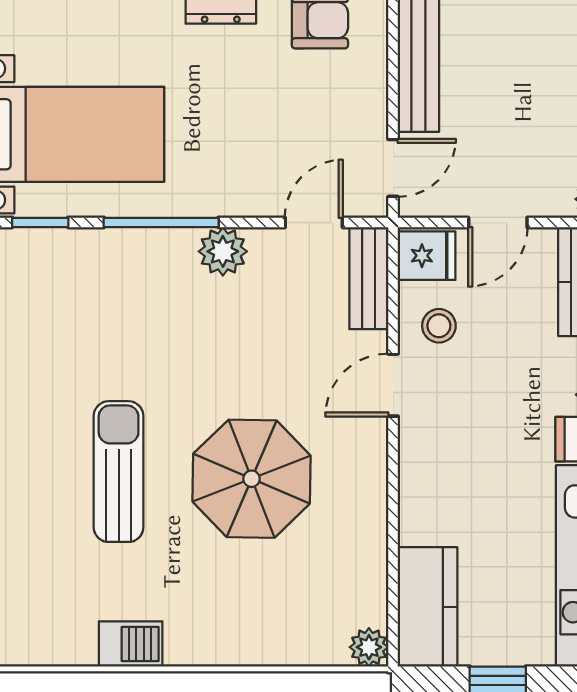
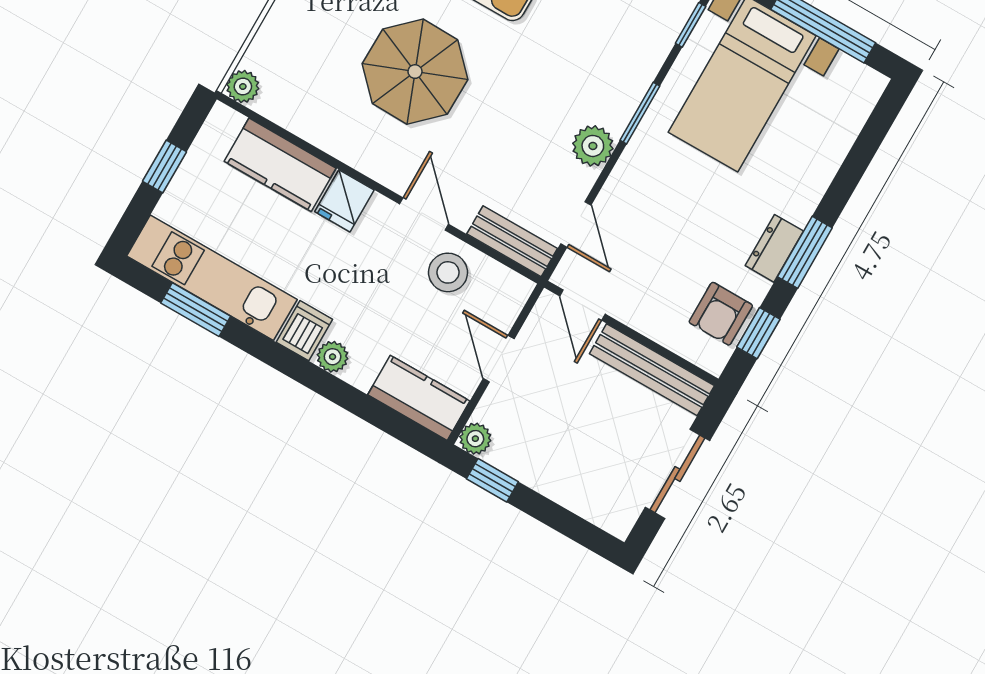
window: (161, 222) -> (640, 113), width x0.69
fridge: (427, 256) -> (344, 201), moved
stool: (439, 326) -> (448, 272), width x1.37, depth x1.37
kitchen counter: (427, 607) -> (280, 165), moved

